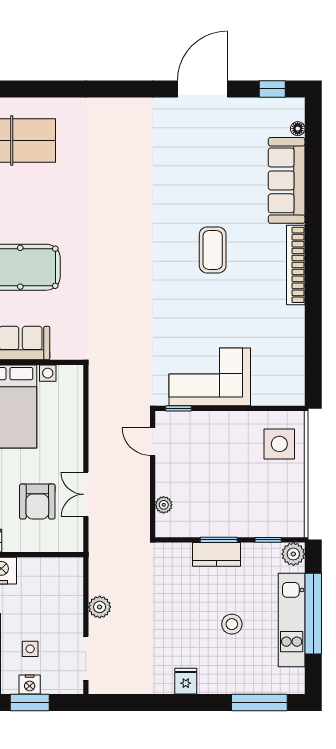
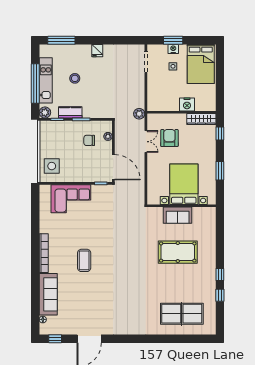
corner sofa: (210, 377) -> (71, 199), moved
door: (153, 442) -> (113, 167), width x1.88
chair: (202, 497) -> (89, 140), added
kitchen counter: (216, 554) -> (70, 112), moved
plant: (100, 607) -> (139, 114), moved

